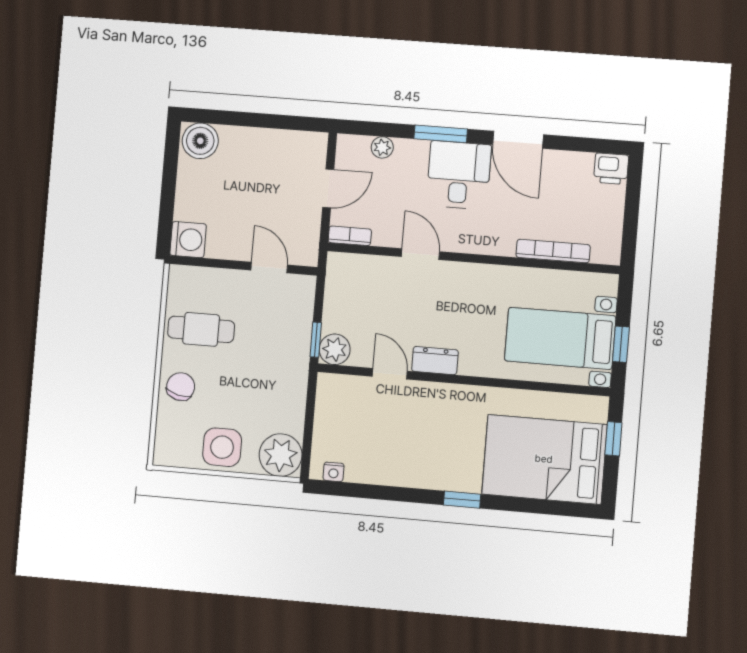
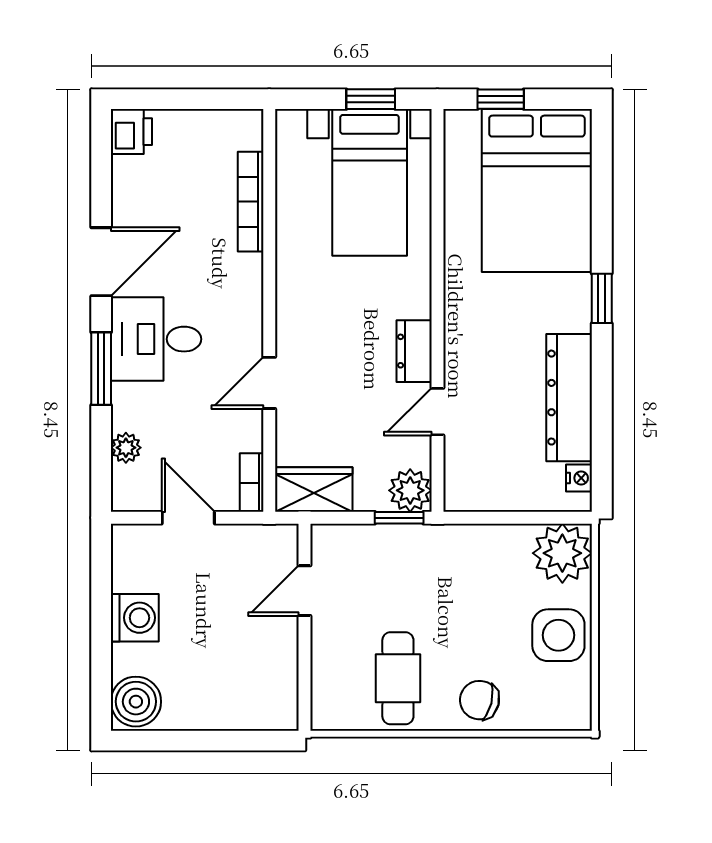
washing machine: (188, 240) -> (135, 618), moved, turned 90
wardrobe: (341, 280) -> (314, 489), added
dresser: (392, 470) -> (569, 398), added

